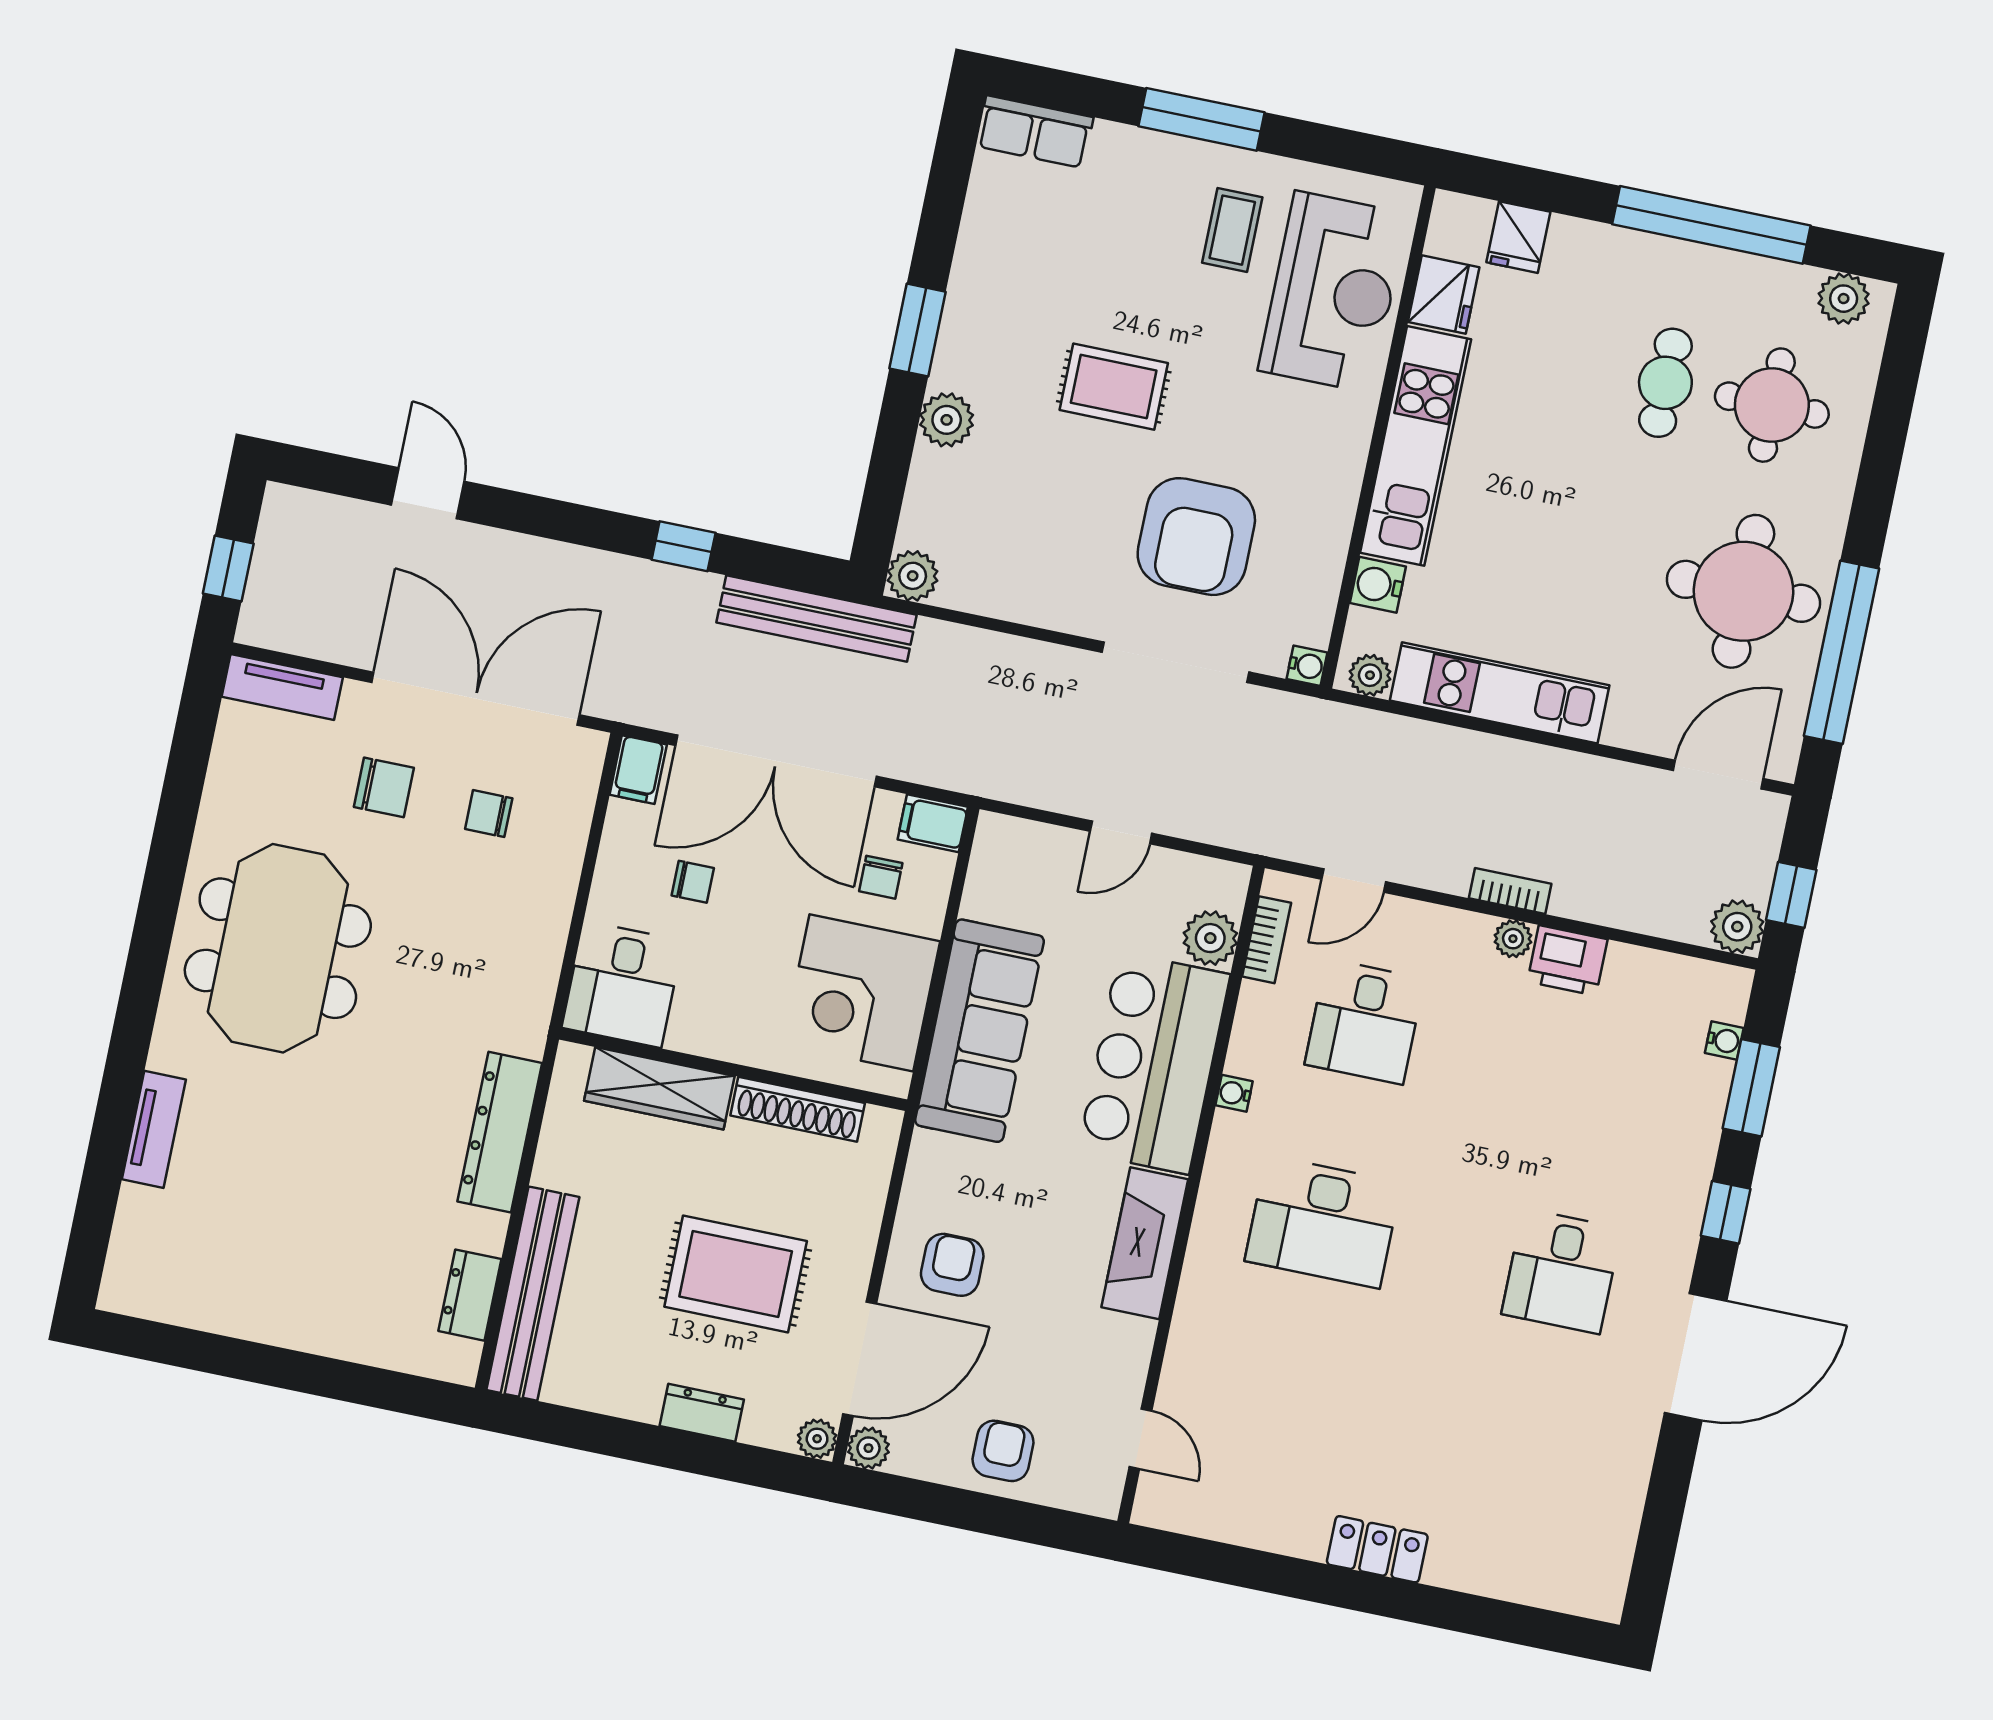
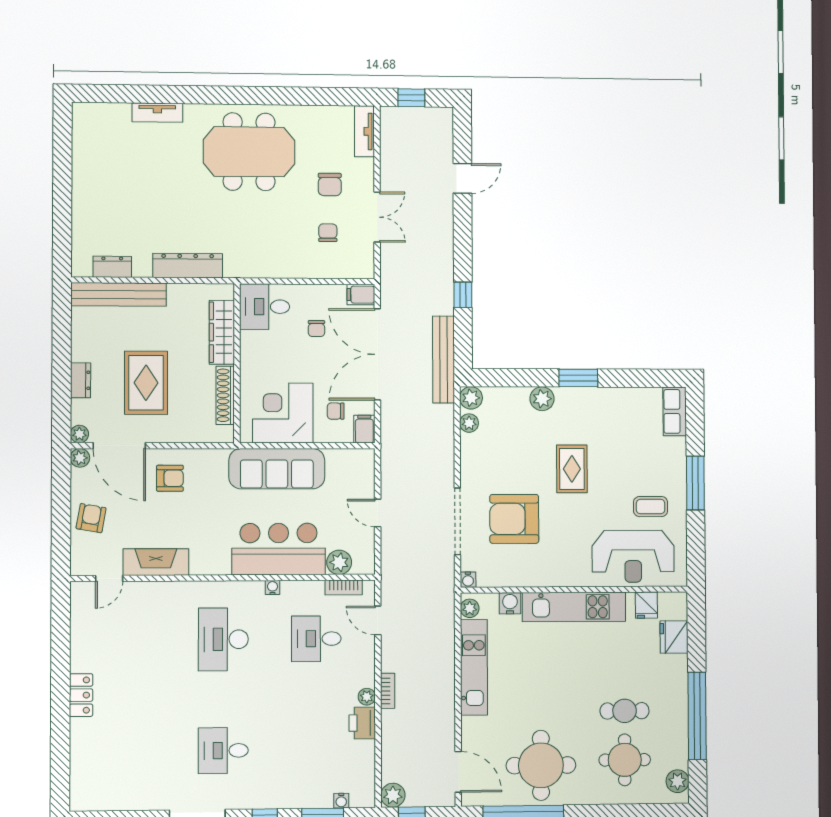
fridge: (1518, 237) -> (674, 637), width x1.38
fridge: (1444, 295) -> (646, 605), width x0.72
plant: (967, 592) -> (469, 423), added
double door: (476, 699) -> (377, 217), width x0.54
fireplace: (1145, 1243) -> (156, 562), moved
armchair: (1003, 1451) -> (91, 518), turned -80

